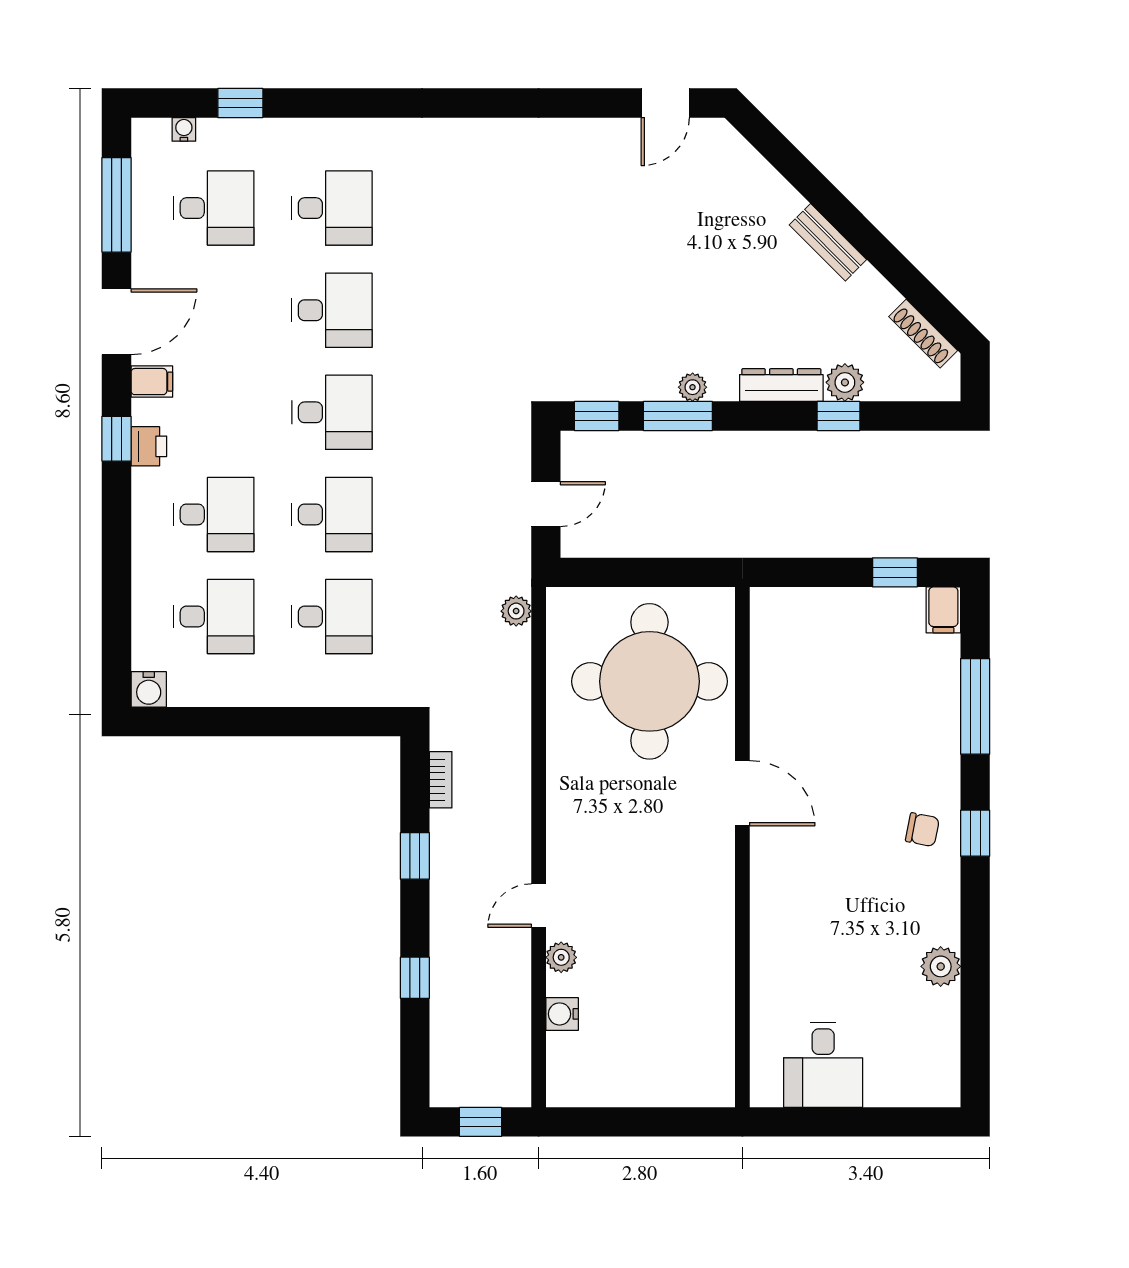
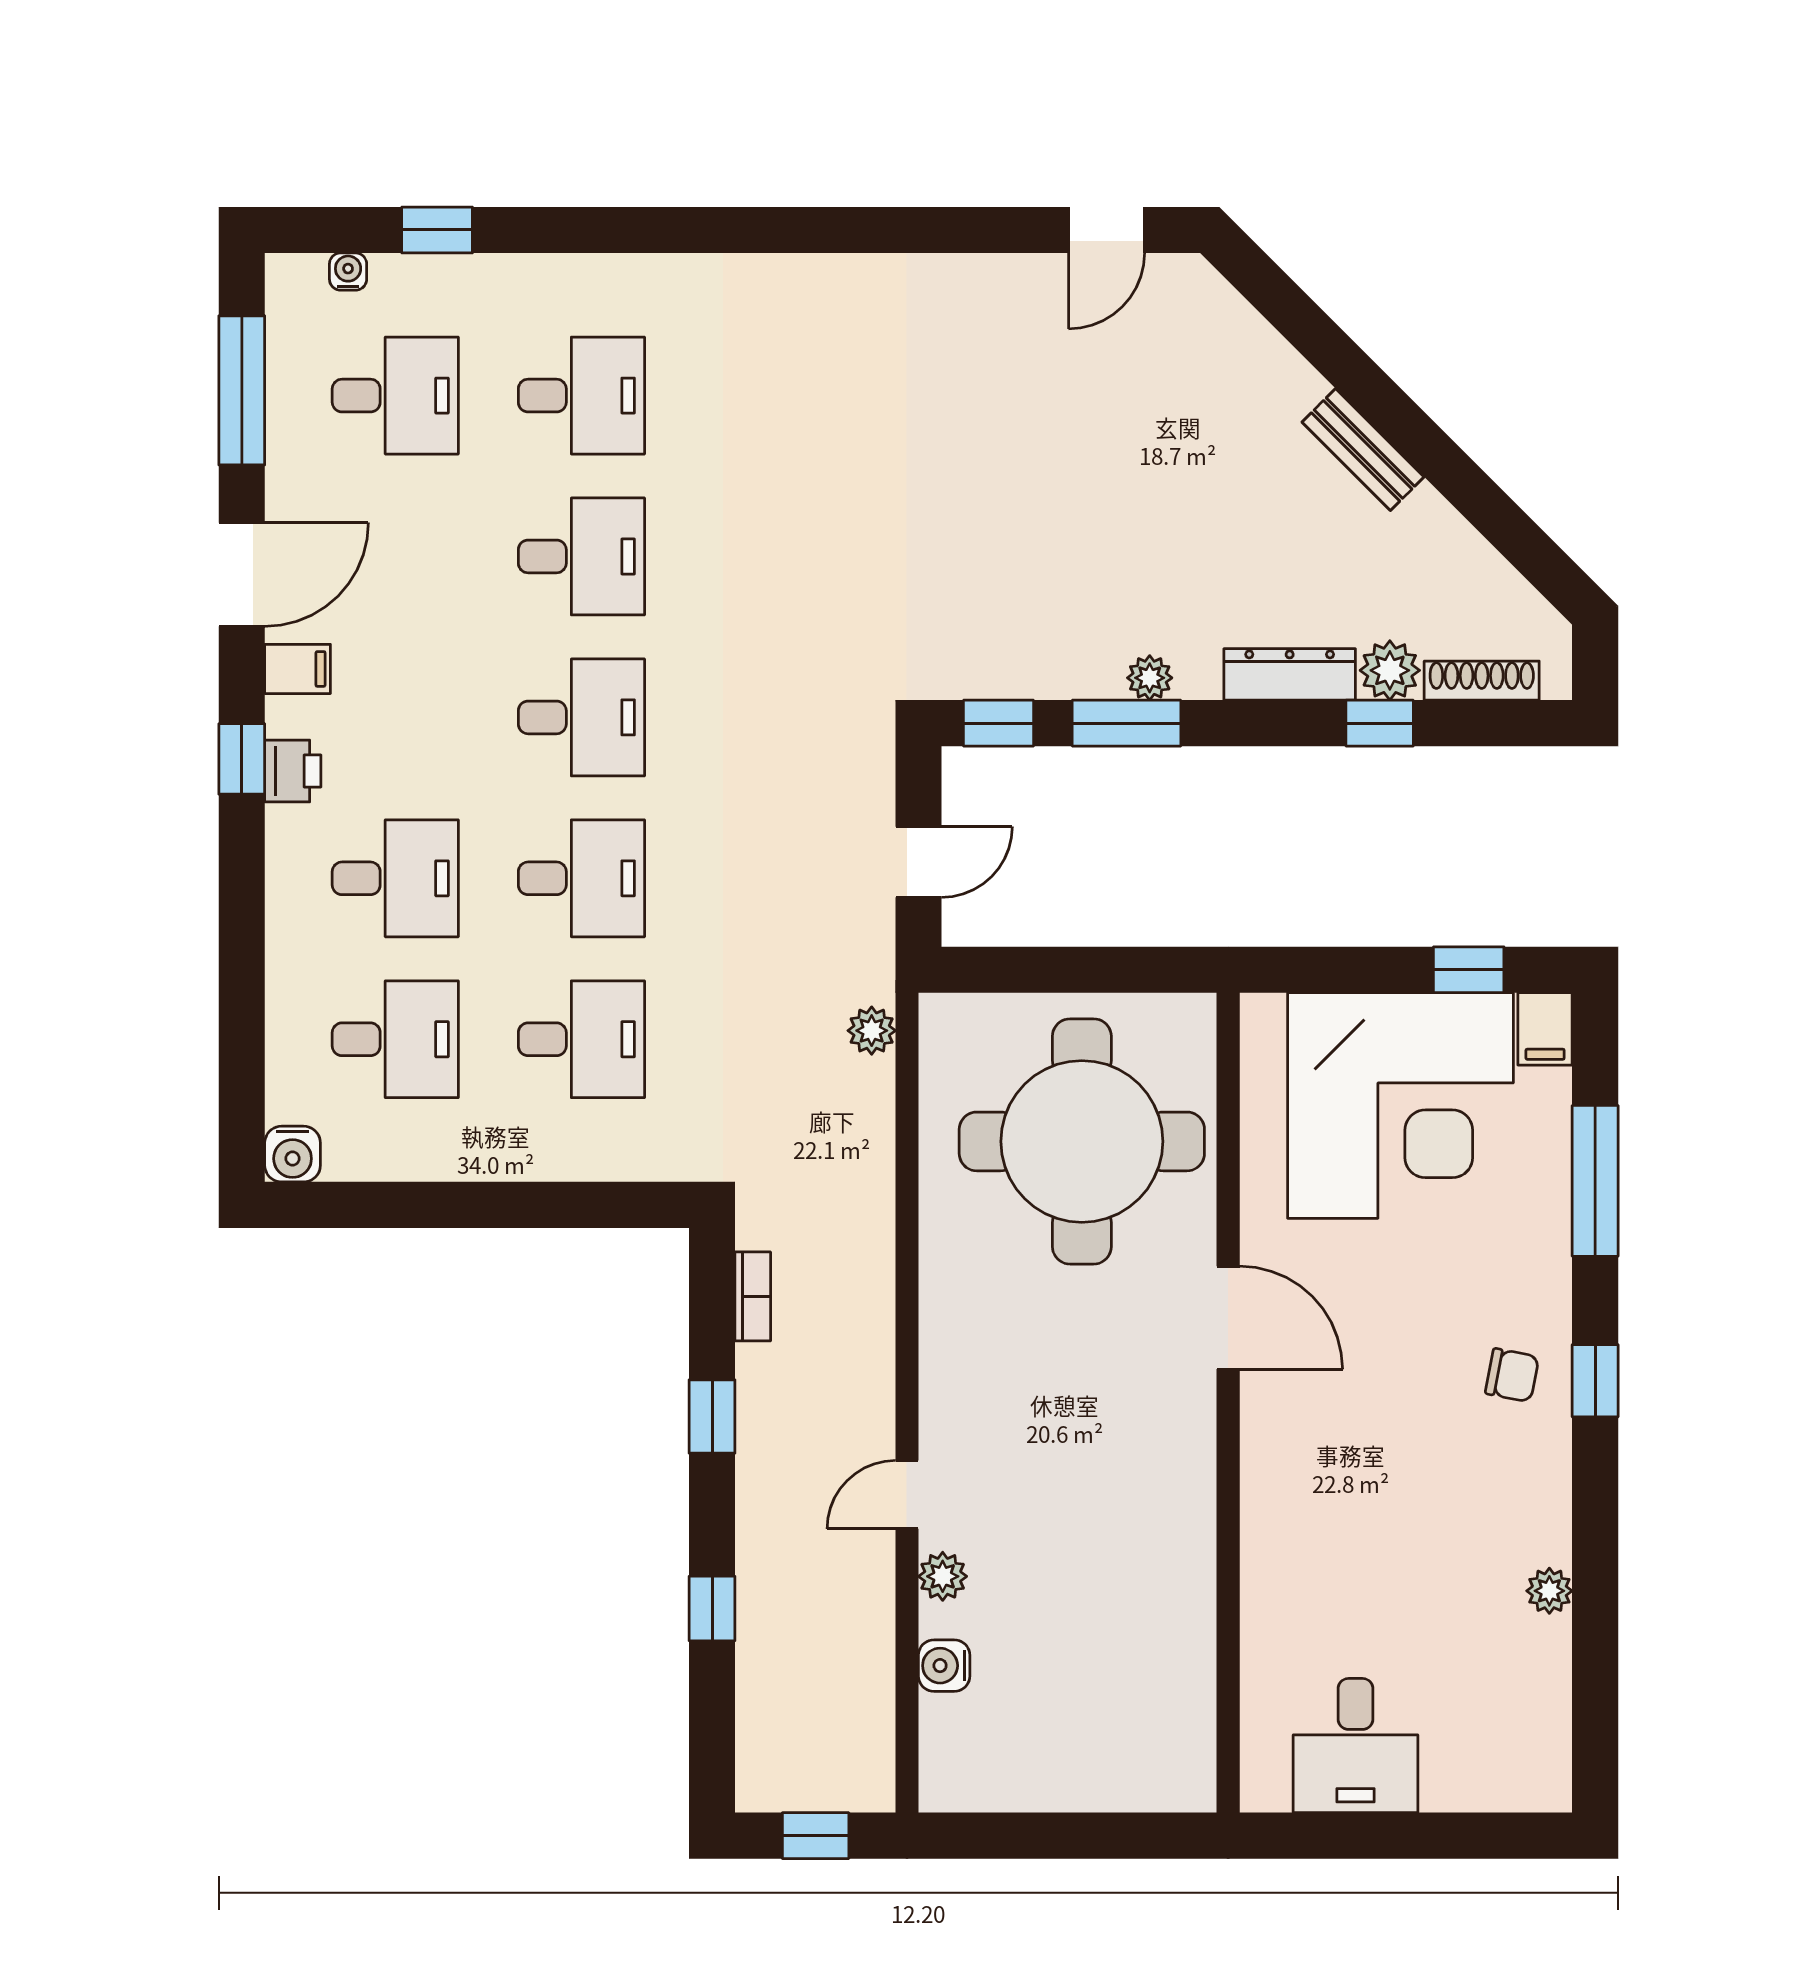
shoe rack: (923, 334) -> (1482, 681), moved, turned 135
corner desk: (852, 659) -> (1400, 1105), added
plant: (941, 966) -> (1549, 1591), width x0.73, depth x0.73

